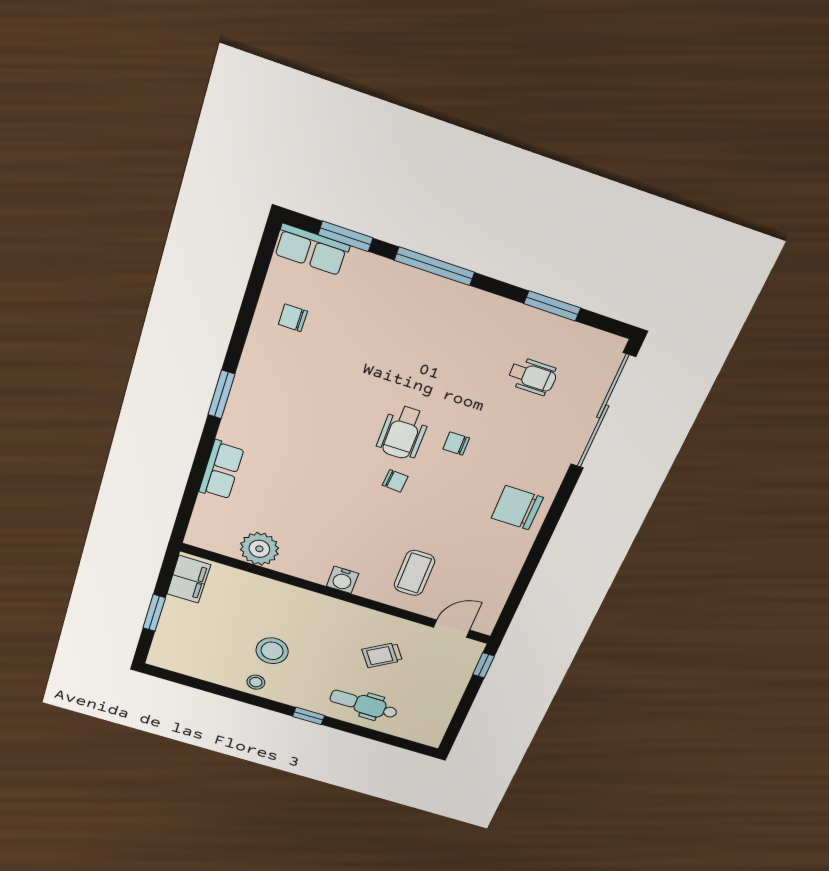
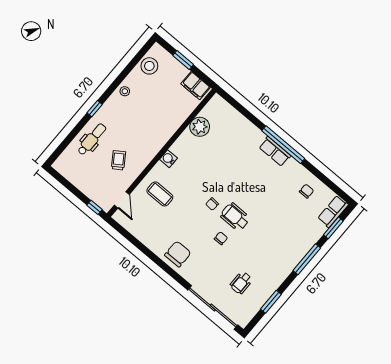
window: (221, 394) -> (283, 145), width x2.11
row of seats: (221, 470) -> (275, 151), moved
stool: (272, 651) -> (149, 66), moved

